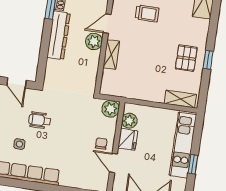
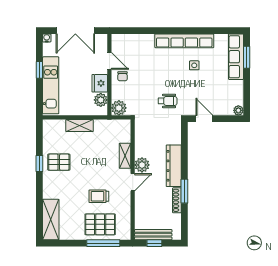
pallet: (186, 58) -> (59, 162), turned 90
shelving: (180, 99) -> (79, 125), moved
wheelchair: (40, 120) -> (168, 101), moved

